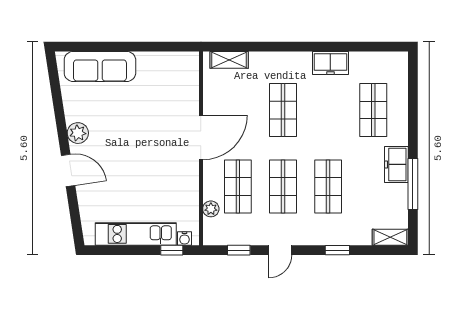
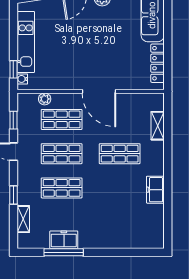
locker: (164, 60) -> (158, 63), added
shelving: (229, 60) -> (158, 126), moved
shop shelf: (373, 110) -> (120, 222), removed
freezer: (396, 164) -> (64, 240), moved
shelving: (390, 237) -> (23, 219), moved

